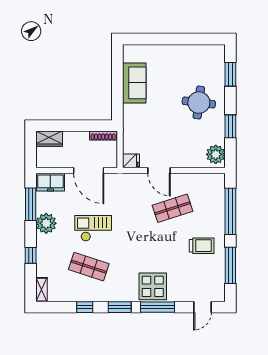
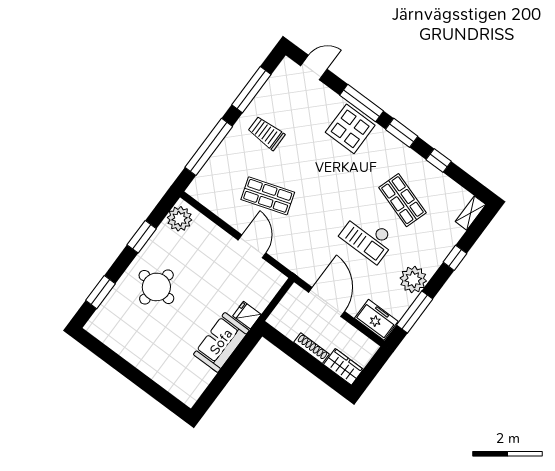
sofa: (134, 83) -> (221, 342), moved
shoe rack: (103, 136) -> (312, 348), moved
fridge: (131, 161) -> (247, 315), moved

